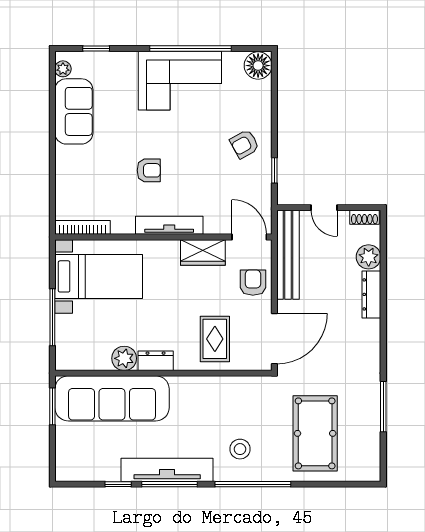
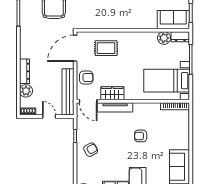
tv unit: (169, 225) -> (115, 107), moved
armchair: (253, 283) -> (86, 77), turned -90
rug: (215, 339) -> (106, 48), turned 90
plant: (124, 358) -> (164, 38), moved
dresser: (156, 361) -> (180, 37), moved
sofa: (112, 398) -> (173, 20), width x0.54, depth x0.79

